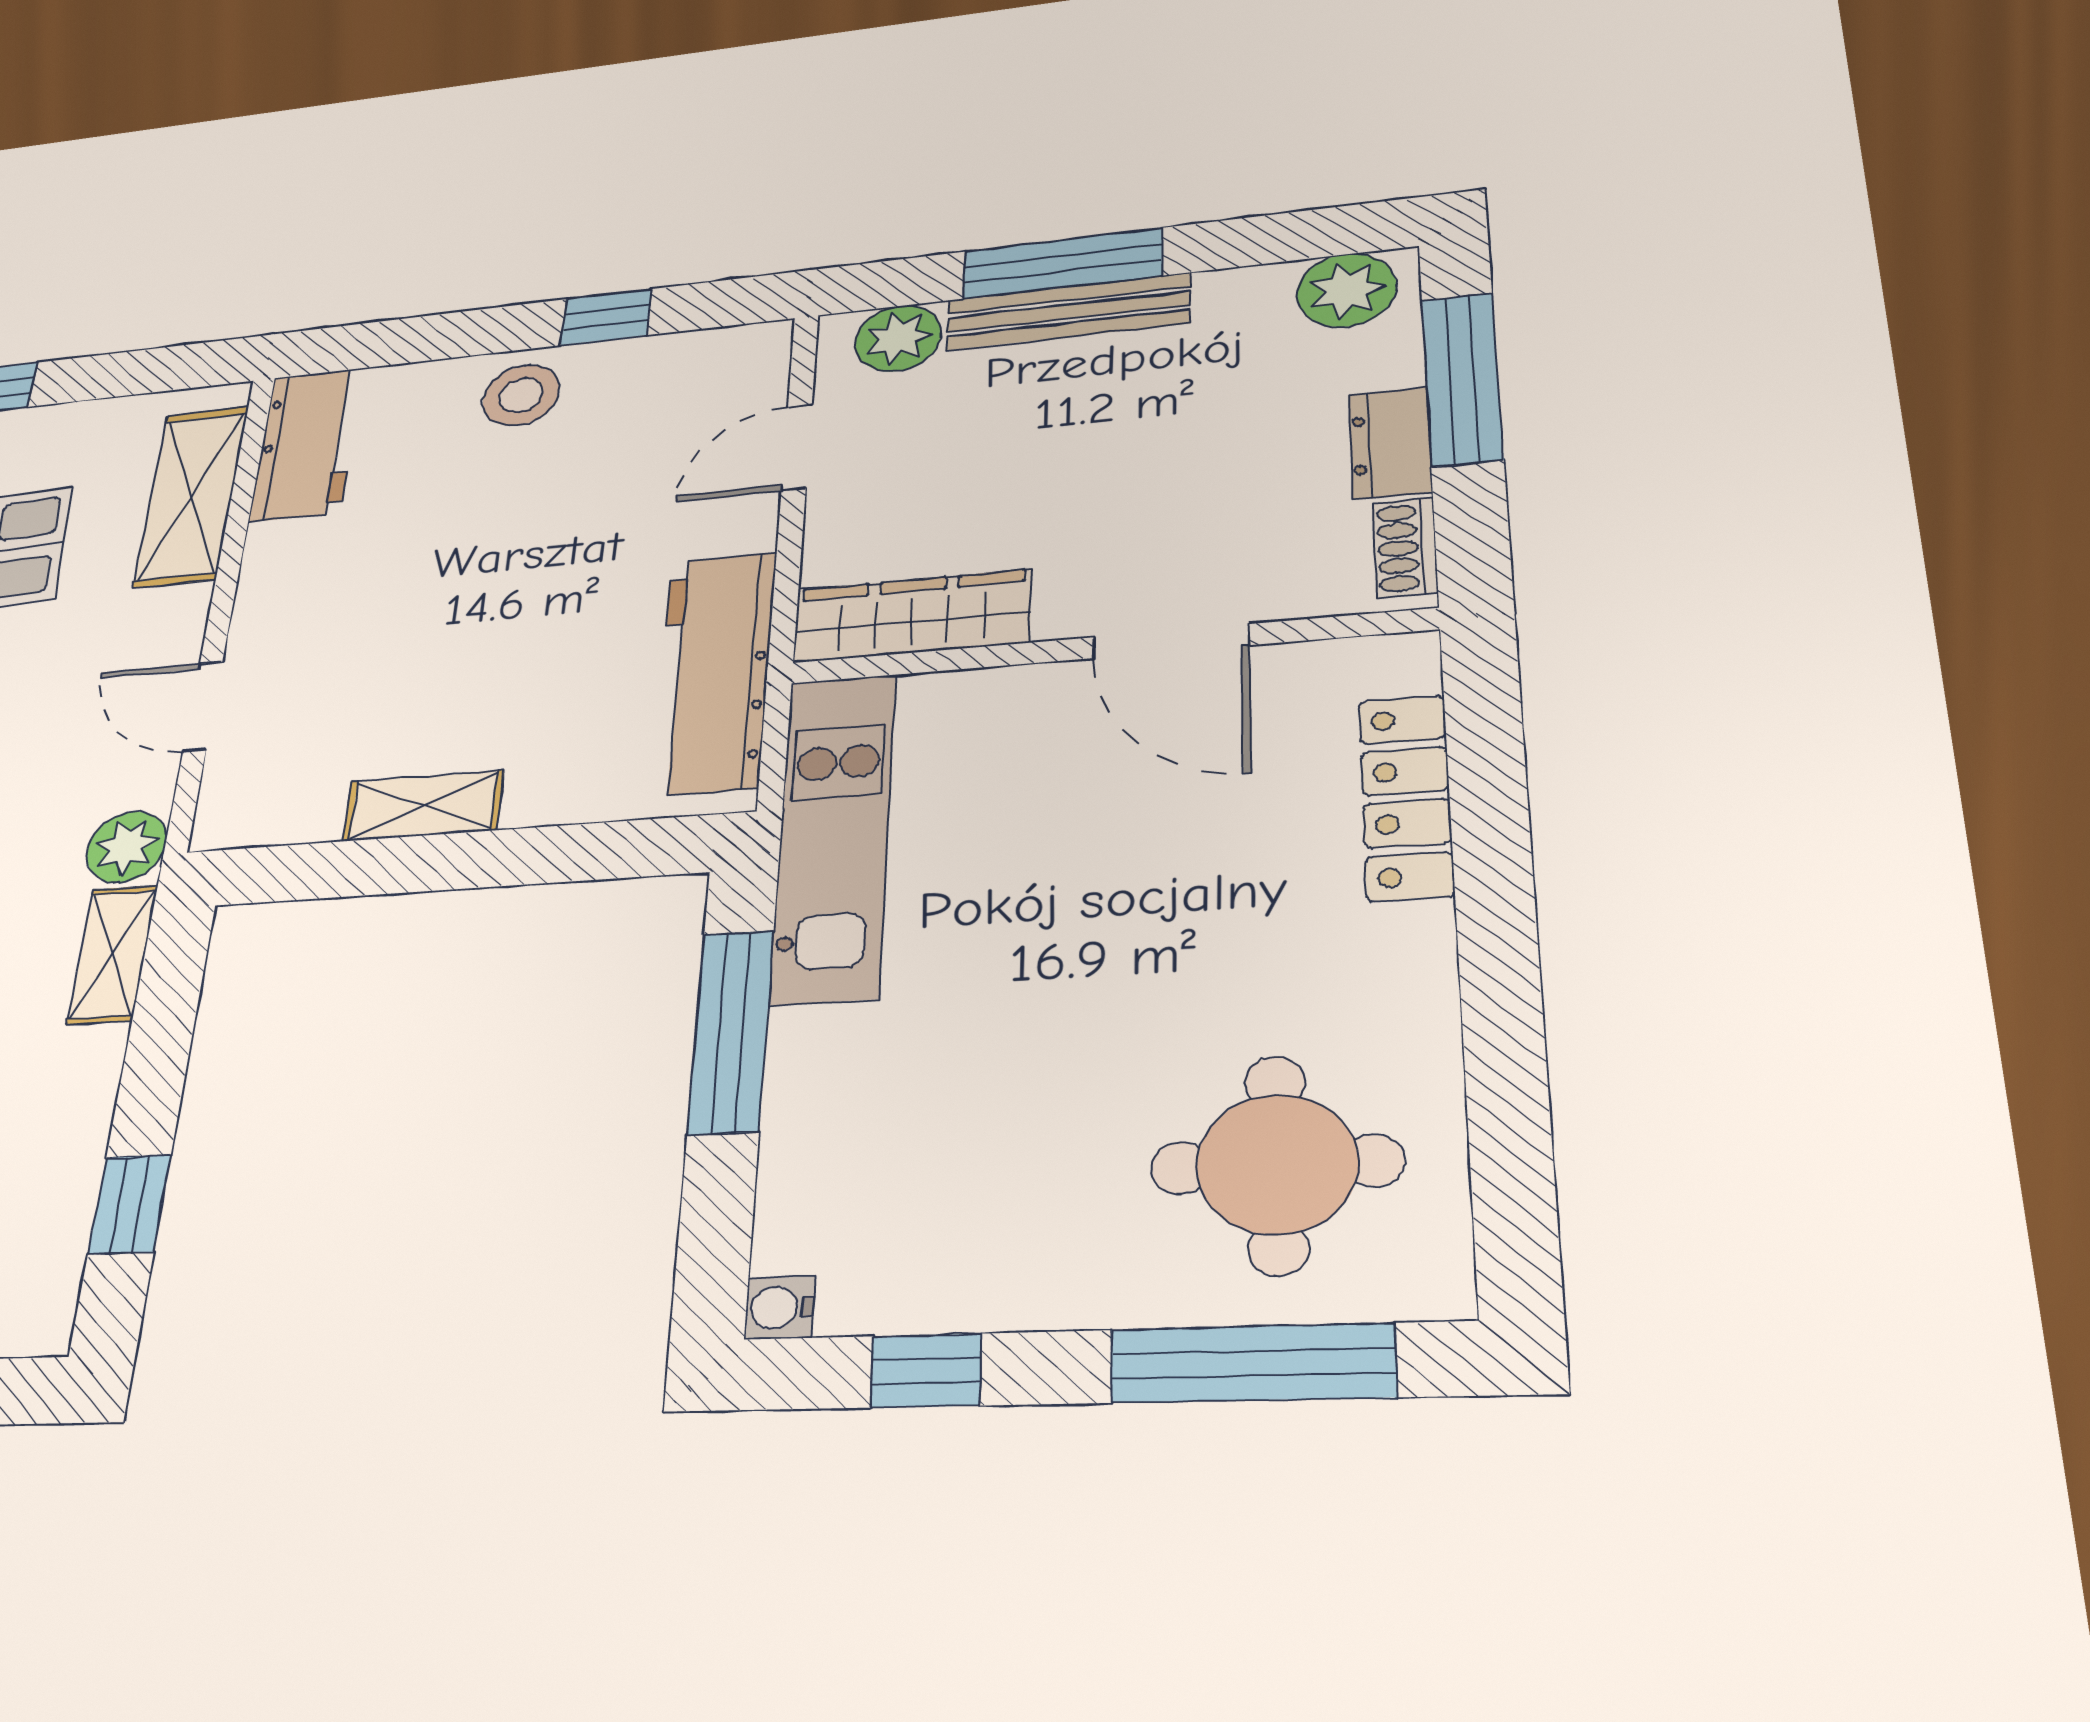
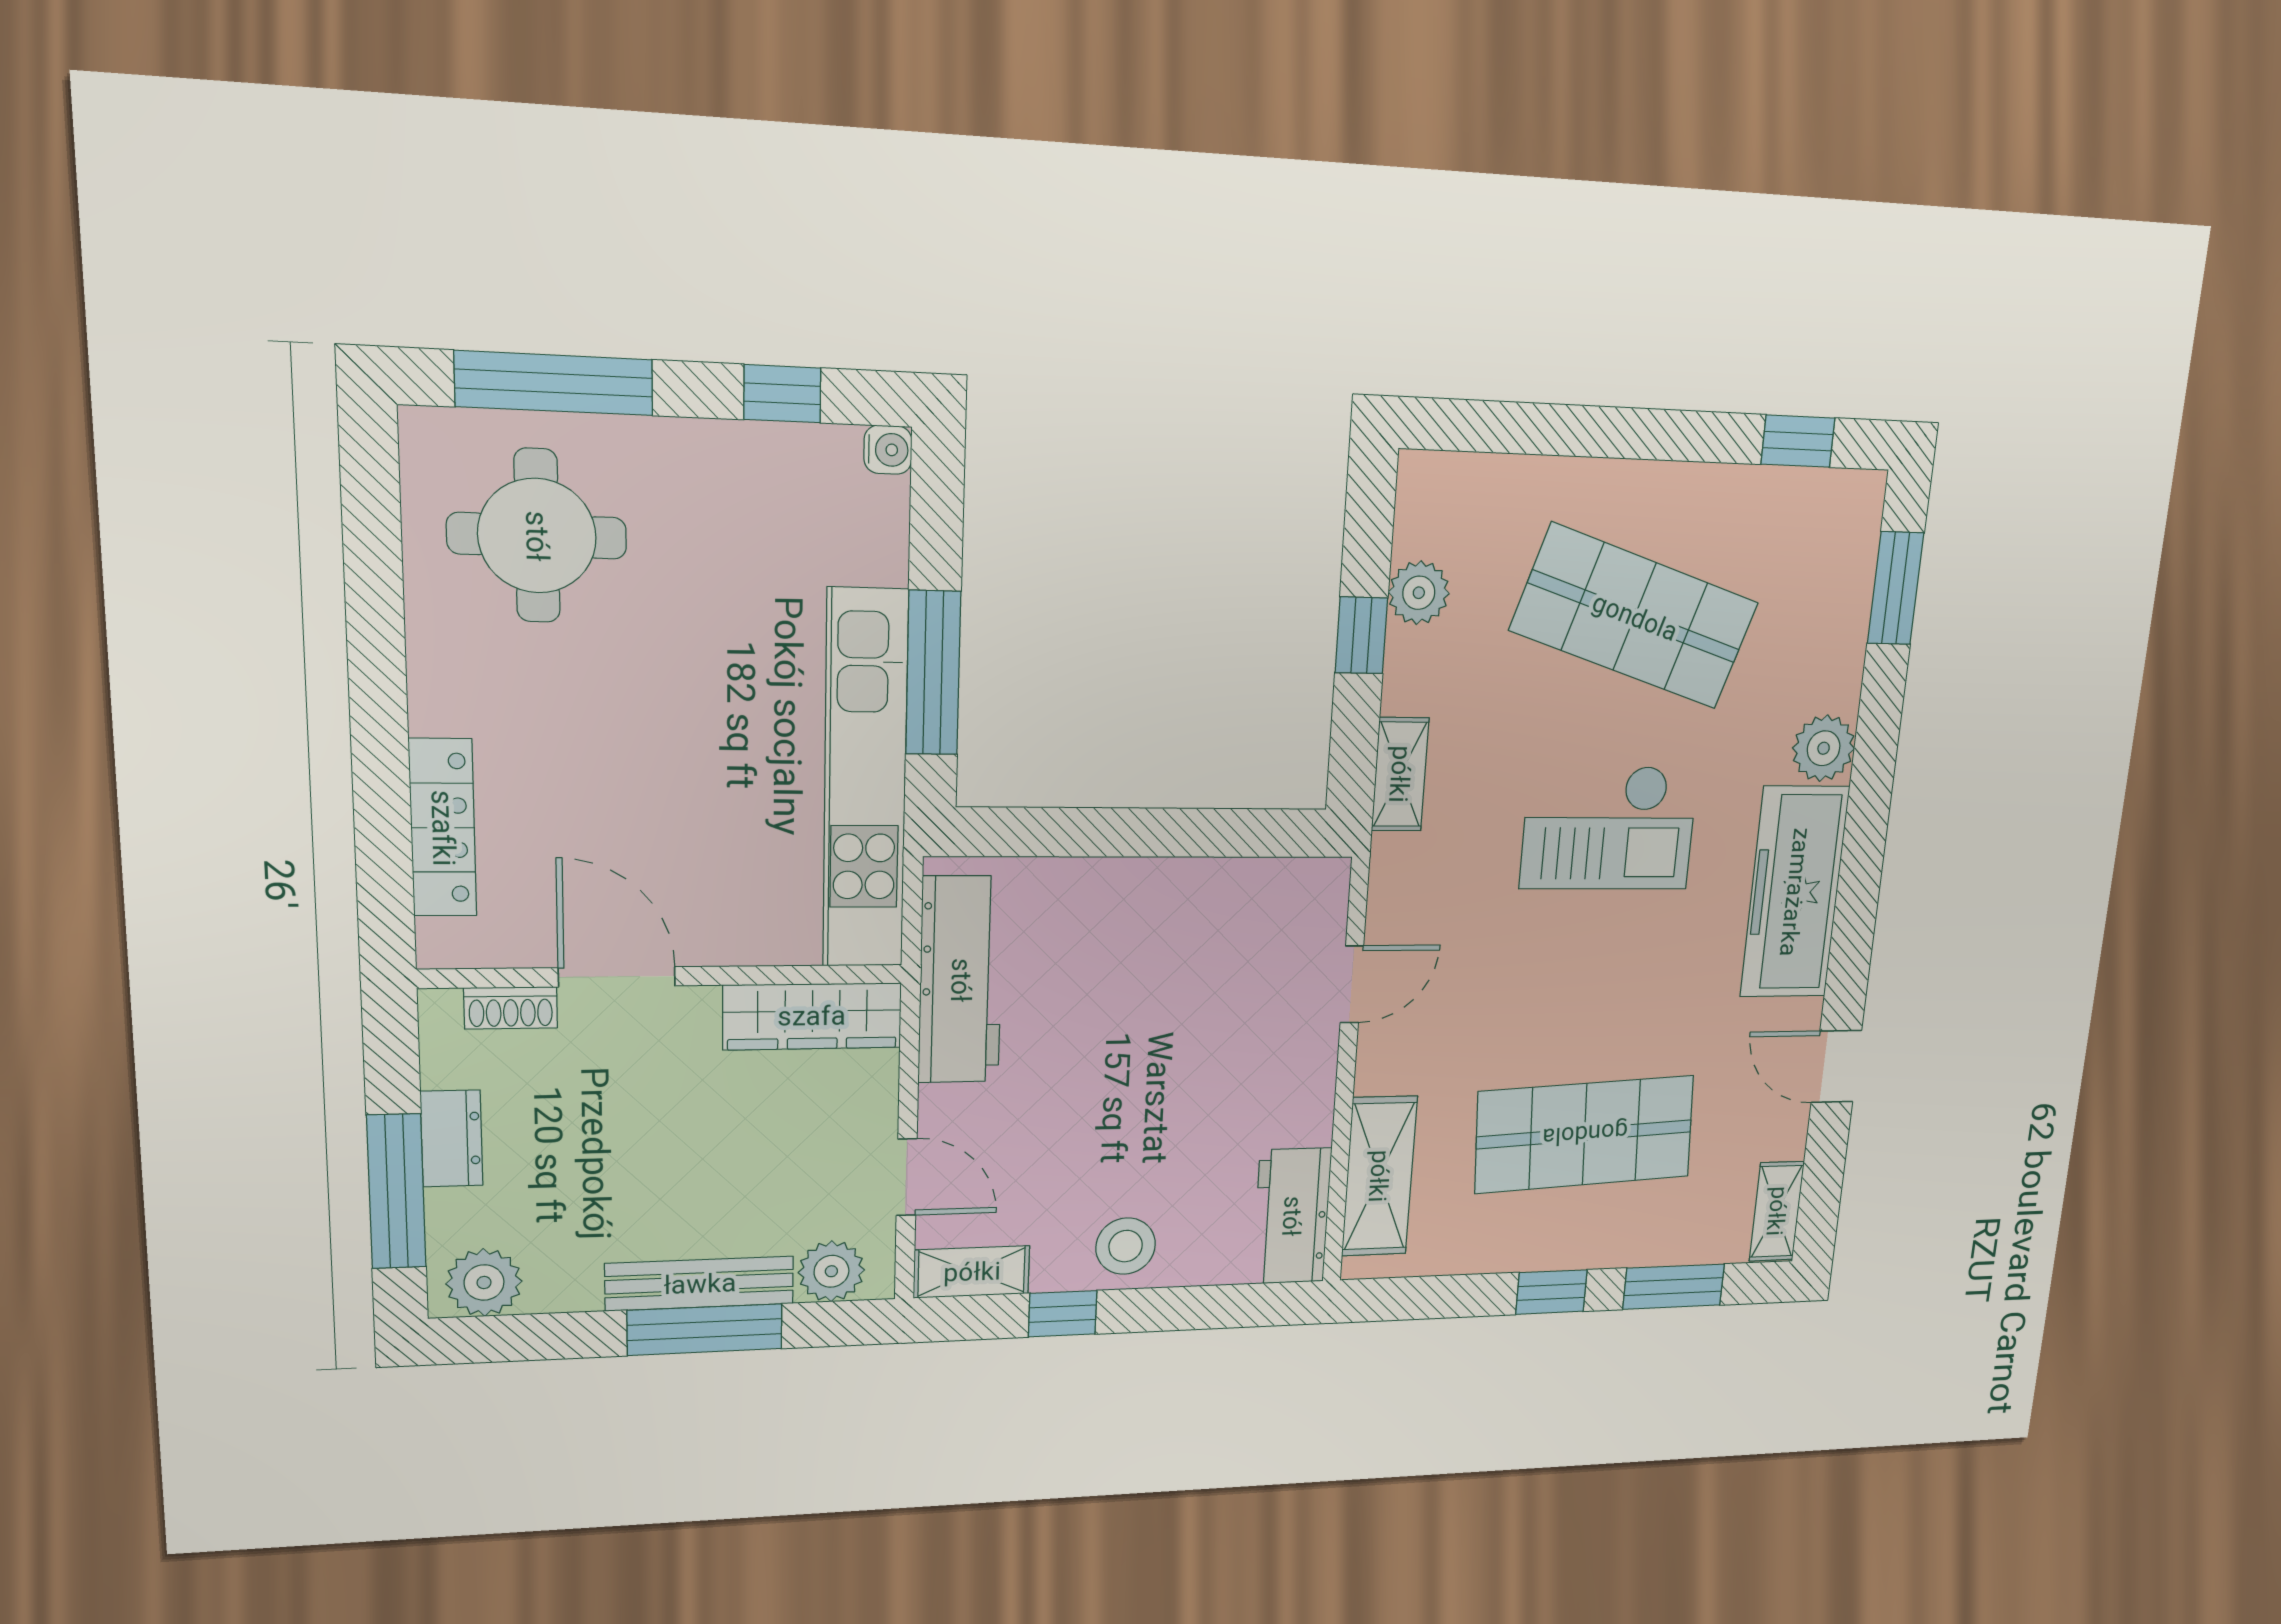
door: (797, 447) -> (907, 1177), hinge flipped
shoe rack: (1405, 548) -> (511, 1008), moved, turned 90
door: (203, 706) -> (1352, 984), hinge flipped
shelving: (423, 806) -> (972, 1272), moved
kitchen unit: (834, 836) -> (865, 780), width x1.36
plant: (127, 847) -> (1419, 593), moved
window: (130, 1204) -> (1361, 635), moved

